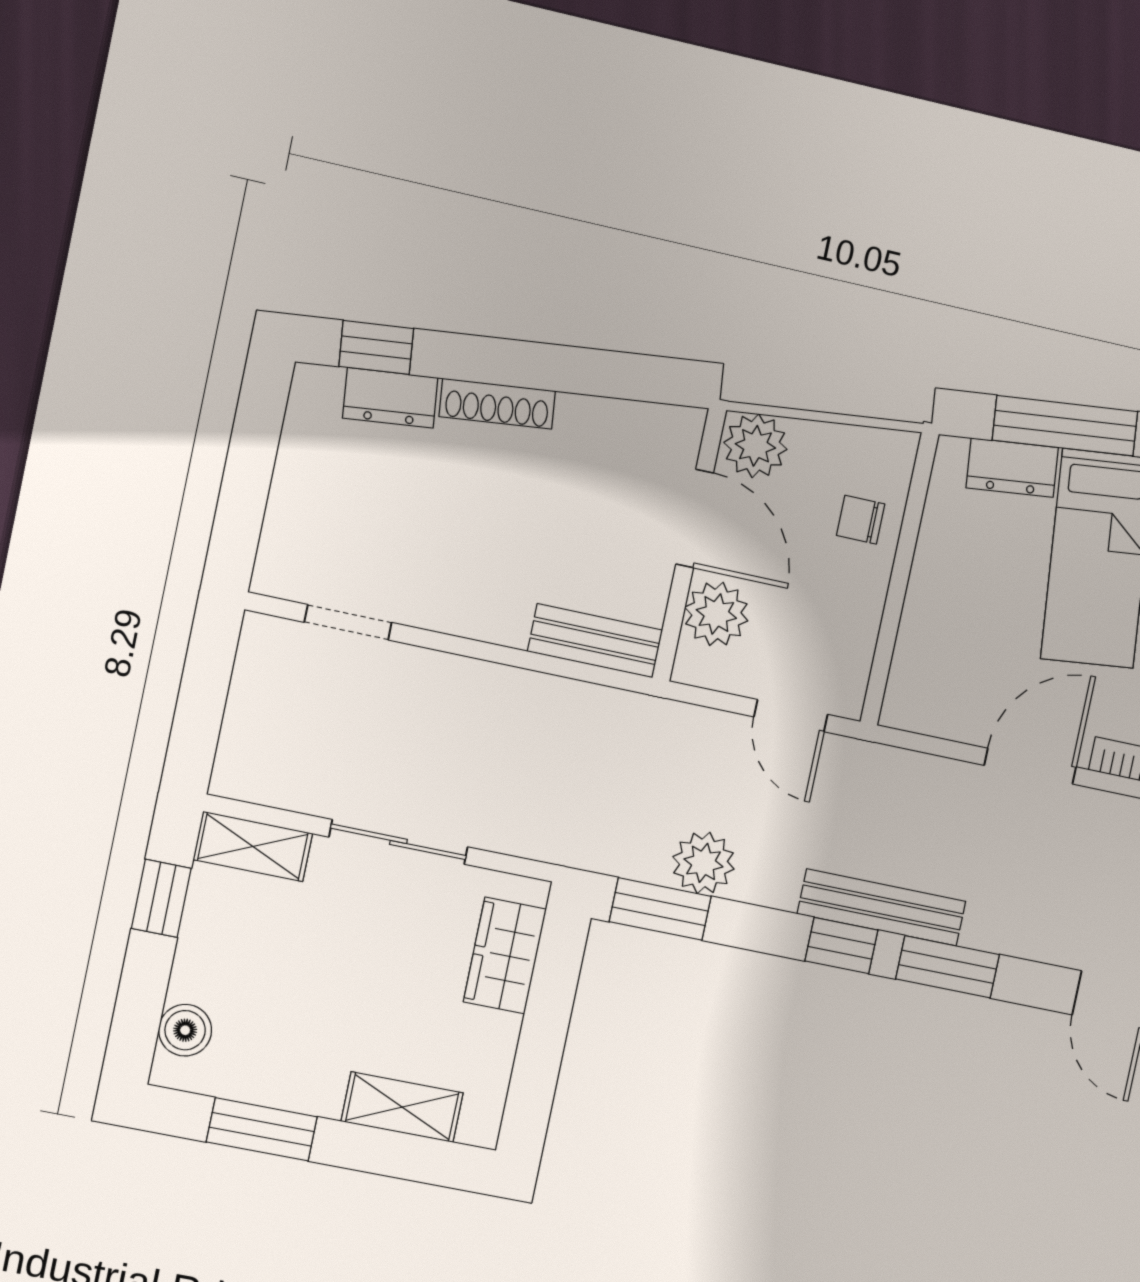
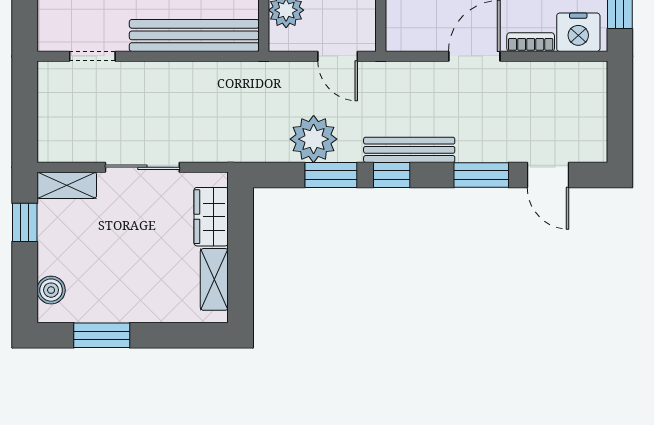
bench: (595, 641) -> (194, 35), width x1.86, depth x1.21
plant: (703, 863) -> (314, 139), width x1.36, depth x1.36
window: (660, 909) -> (331, 175), moved
window: (948, 967) -> (481, 175), moved
shelving: (402, 1107) -> (214, 279), moved, turned 90

